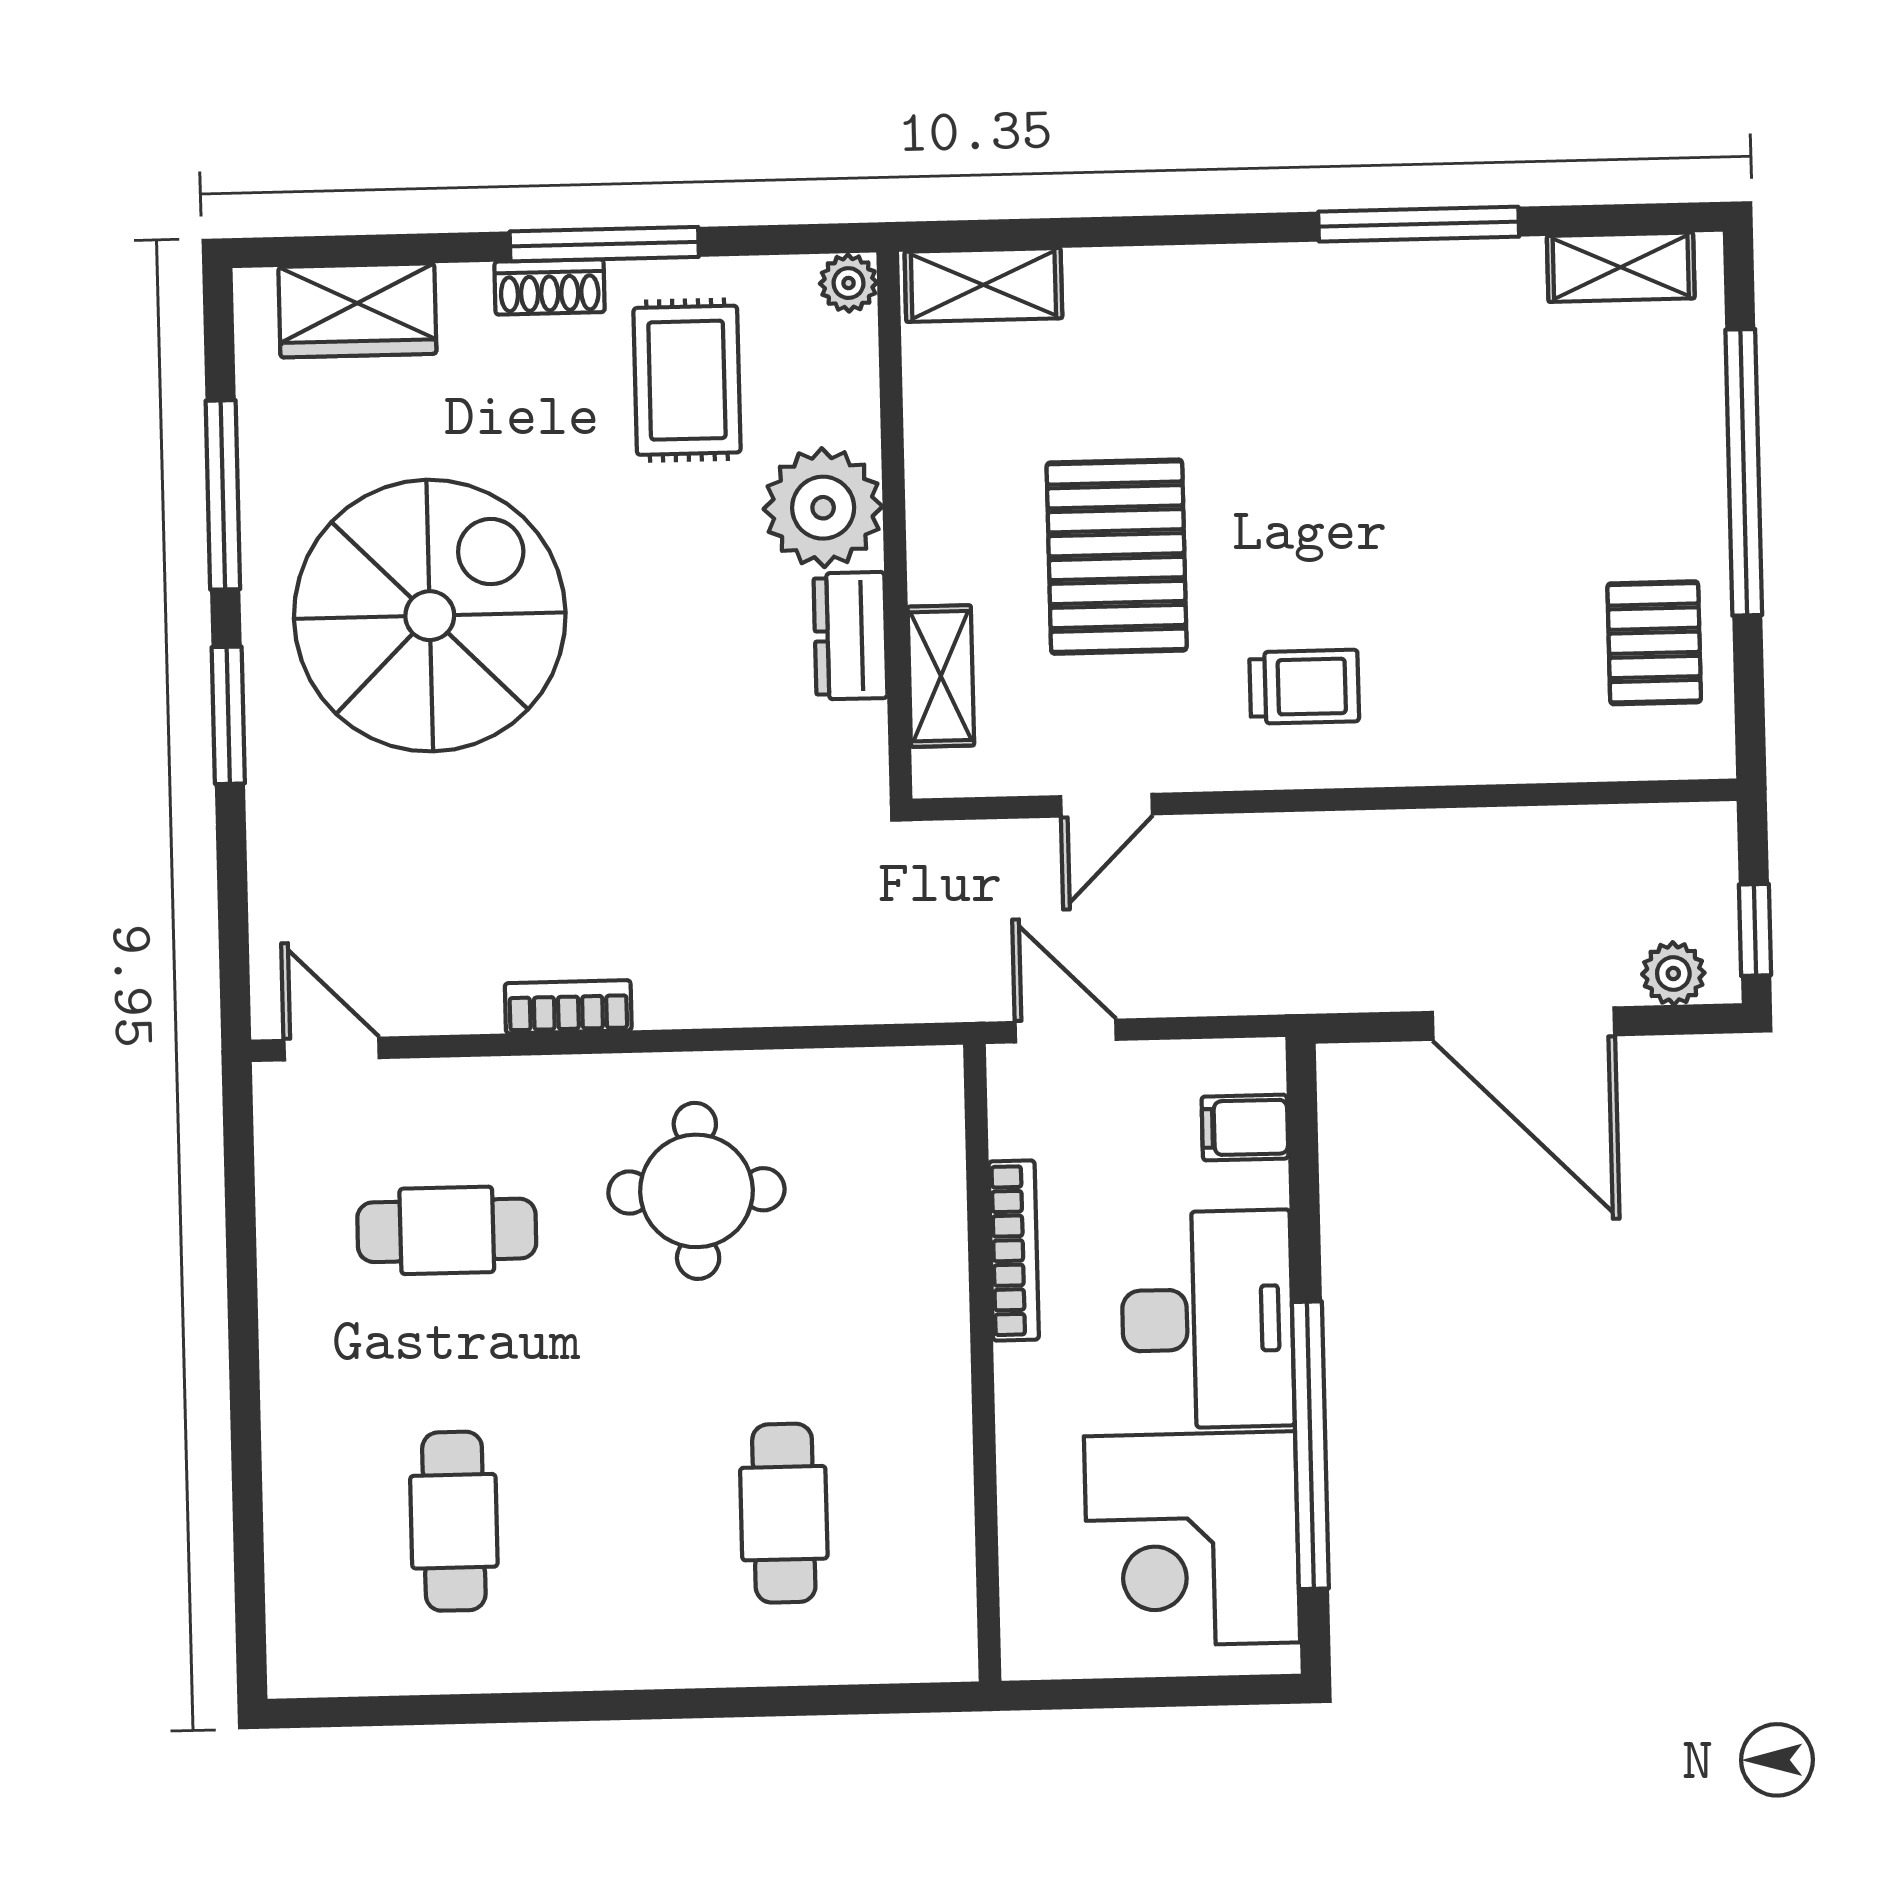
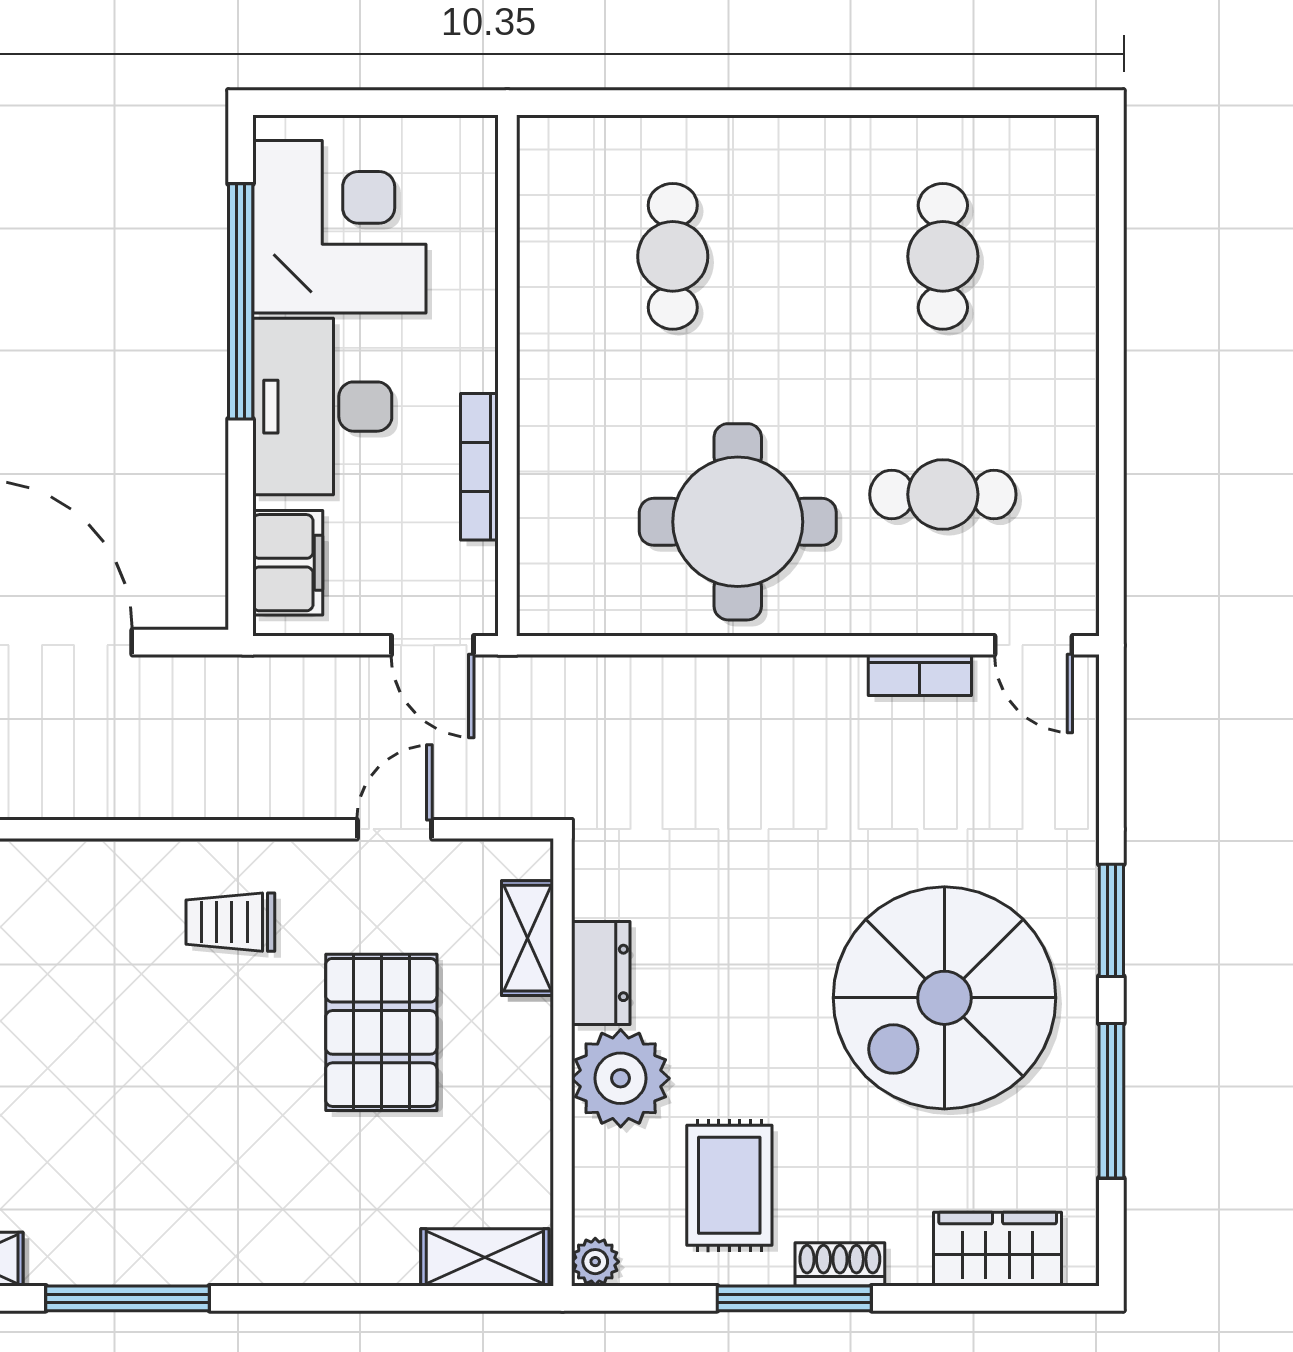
bookcase: (568, 1007) -> (920, 675), moved
filing cabinet: (1245, 1128) -> (288, 563), width x2.00
round table: (696, 1191) -> (738, 522), width x1.36, depth x1.36

